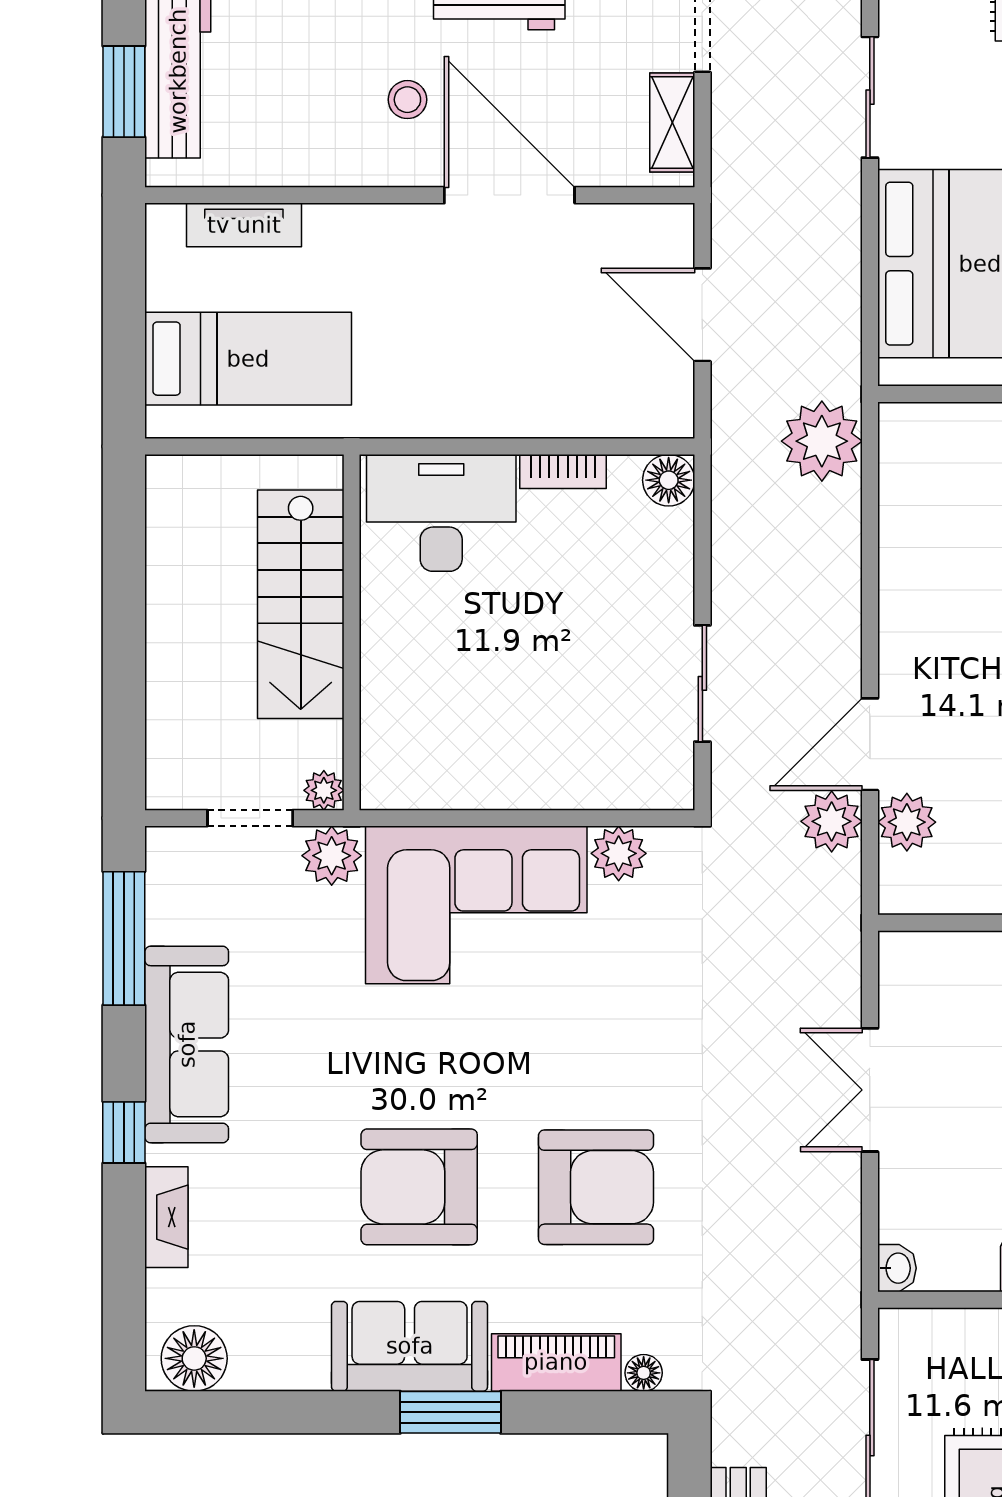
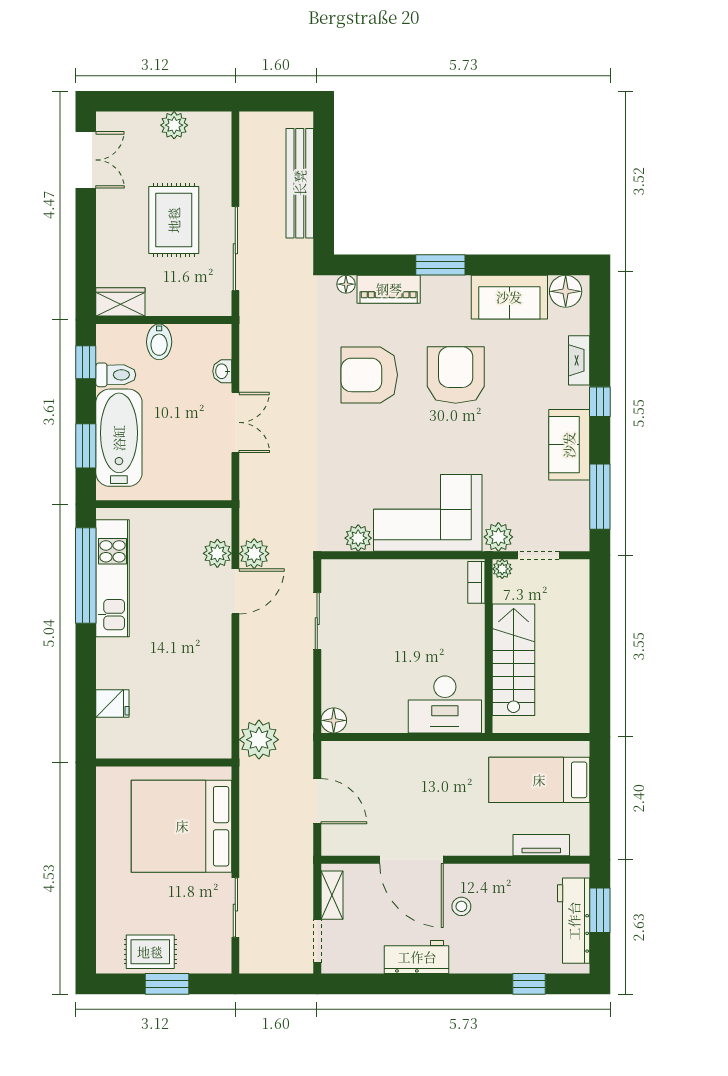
bookcase: (563, 471) -> (476, 582), moved, turned -90
sofa: (187, 1044) -> (569, 445), width x0.73
armchair: (419, 1187) -> (456, 375), turned -90
washbasin: (897, 1268) -> (222, 371), moved
sofa: (410, 1346) -> (509, 297), moved

